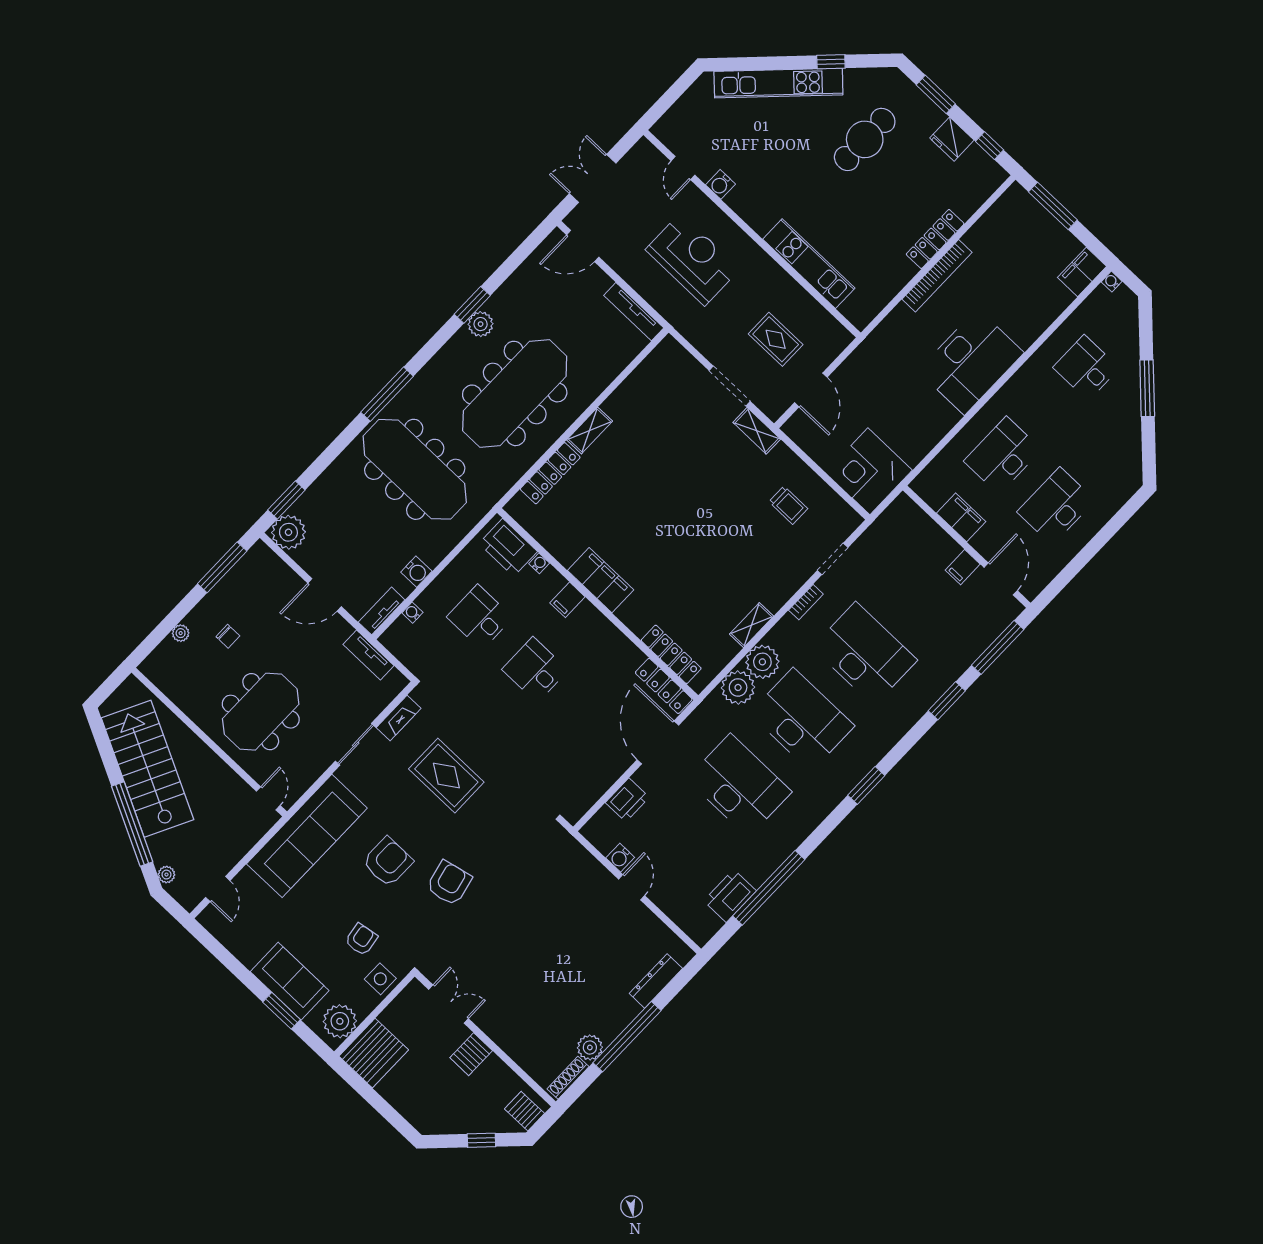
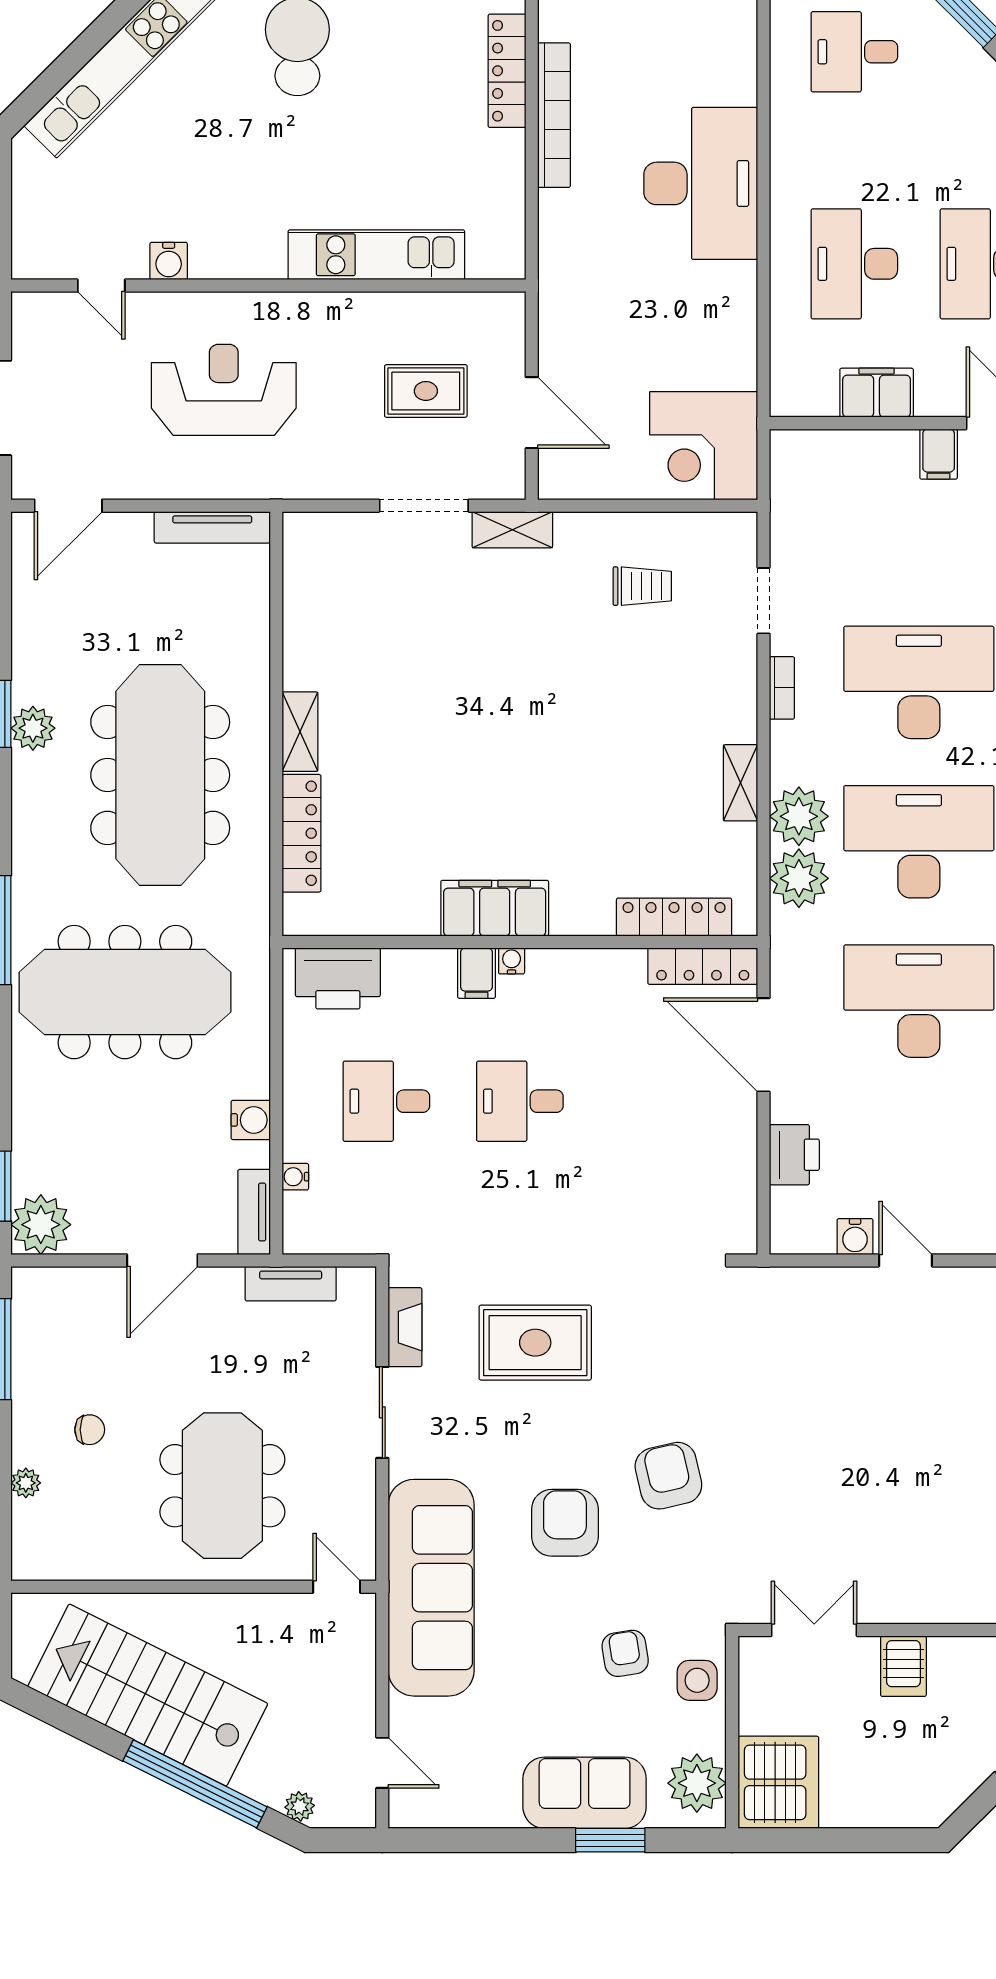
water cooler: (539, 563) -> (512, 961), moved

